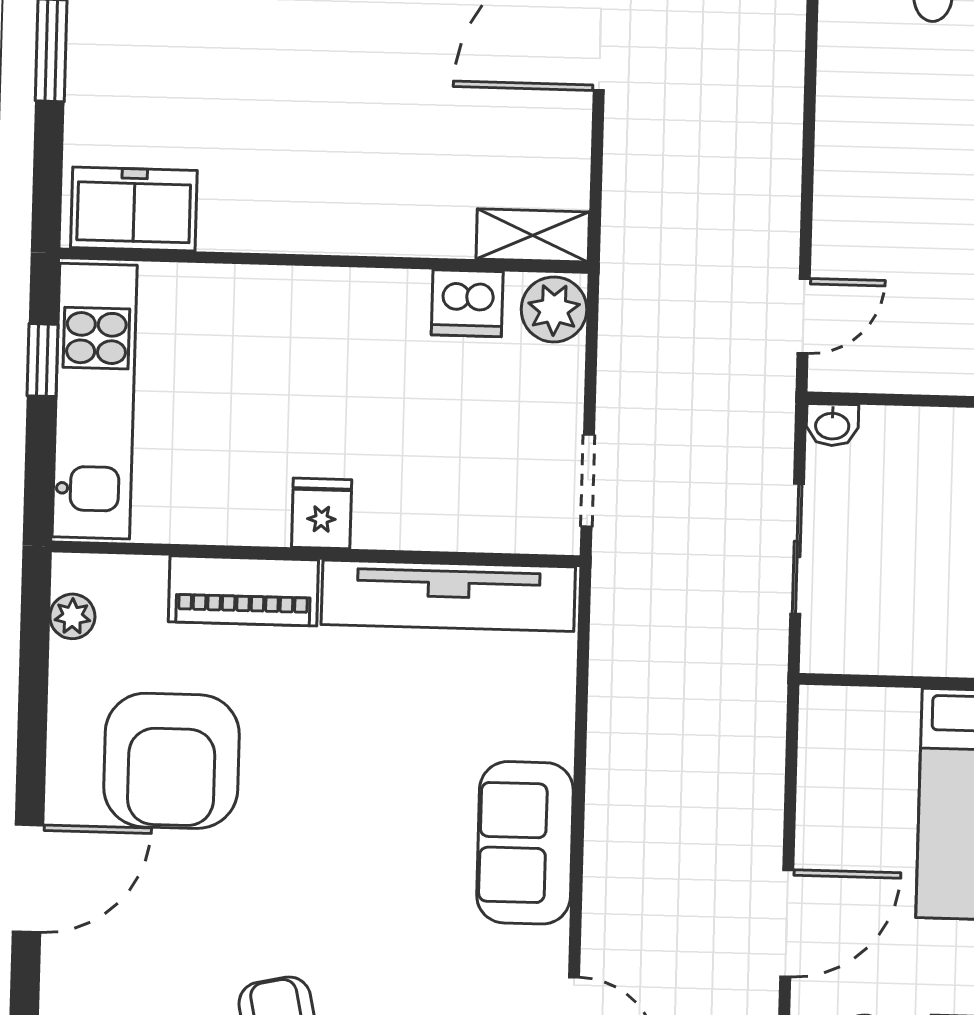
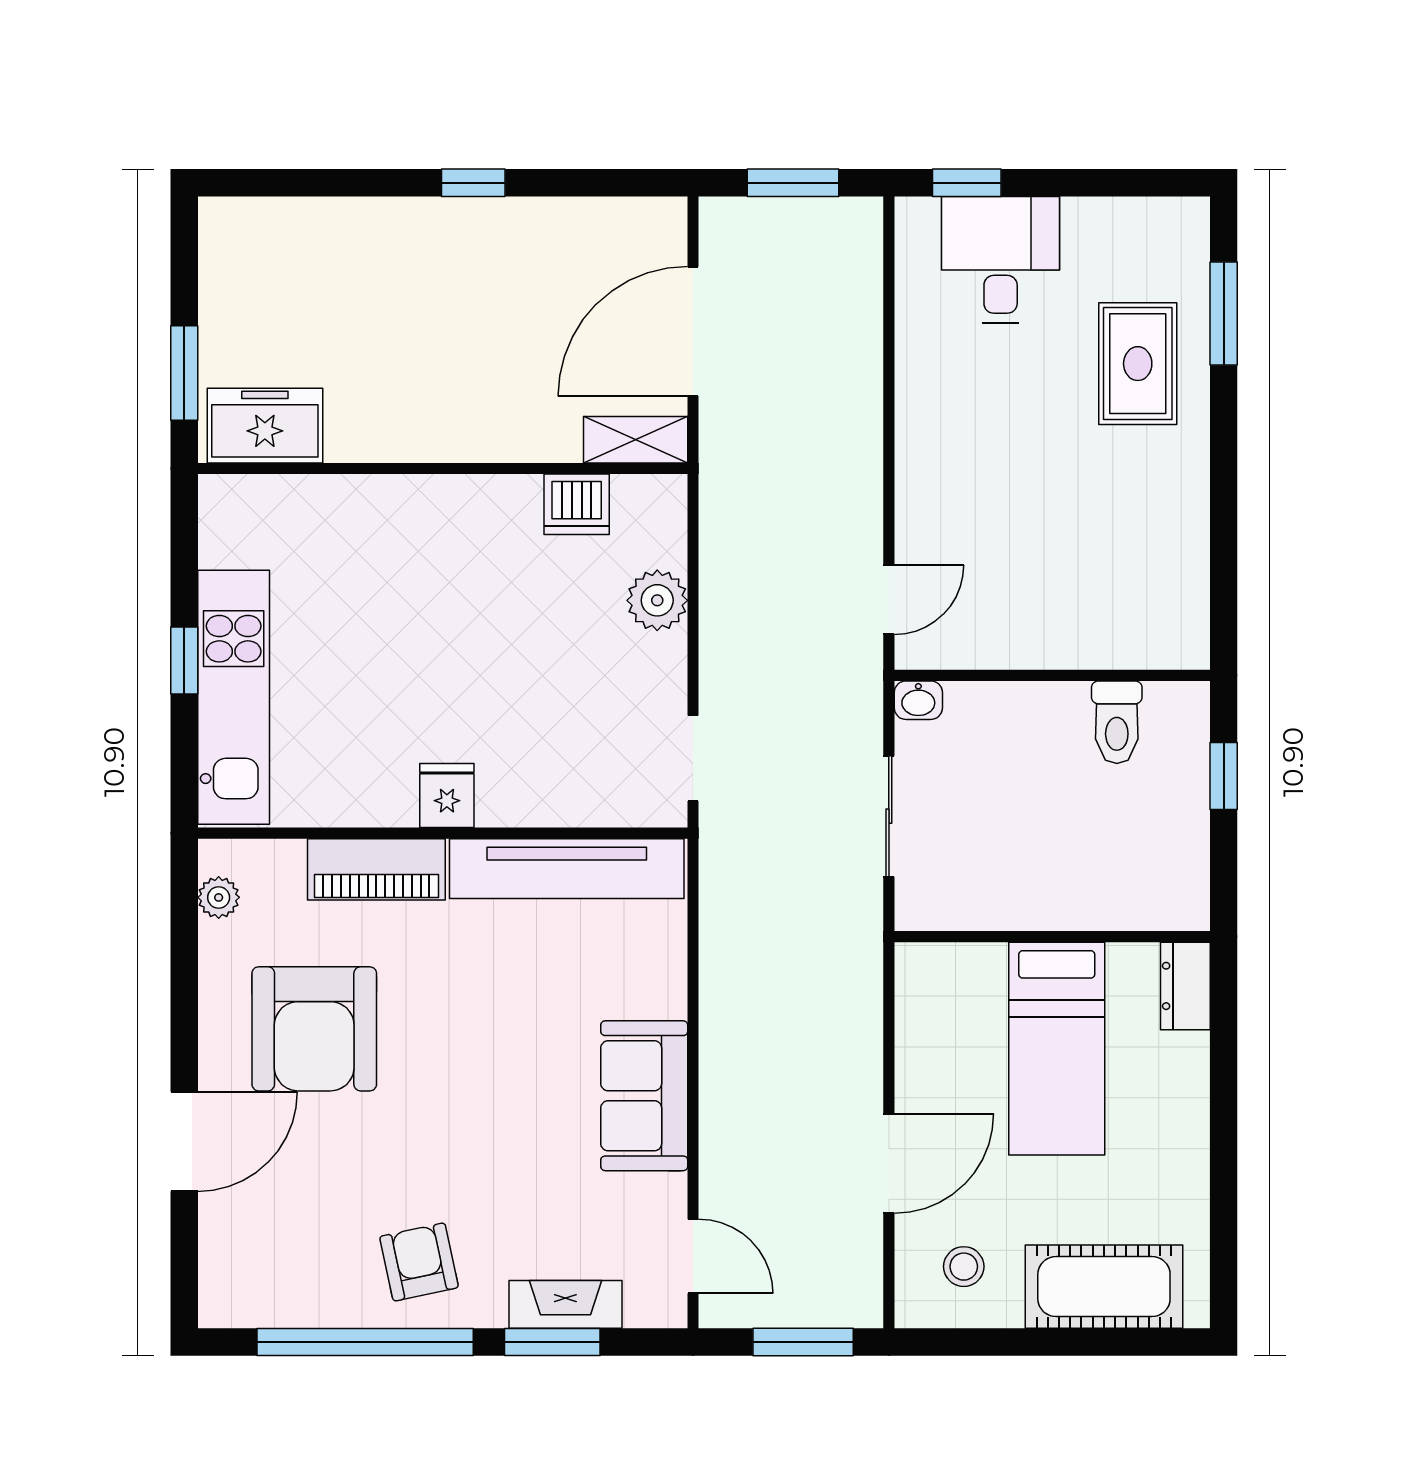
freezer: (134, 209) -> (265, 426), moved
shelving: (533, 235) -> (636, 440), moved
wall: (324, 261) -> (443, 469), moved
dishwasher: (467, 303) -> (577, 504), moved

